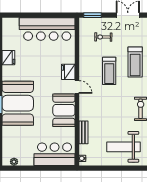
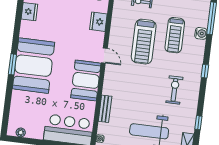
treadmill: (109, 71) -> (144, 42), width x1.37, depth x1.38
fridge: (68, 72) -> (98, 22), moved

